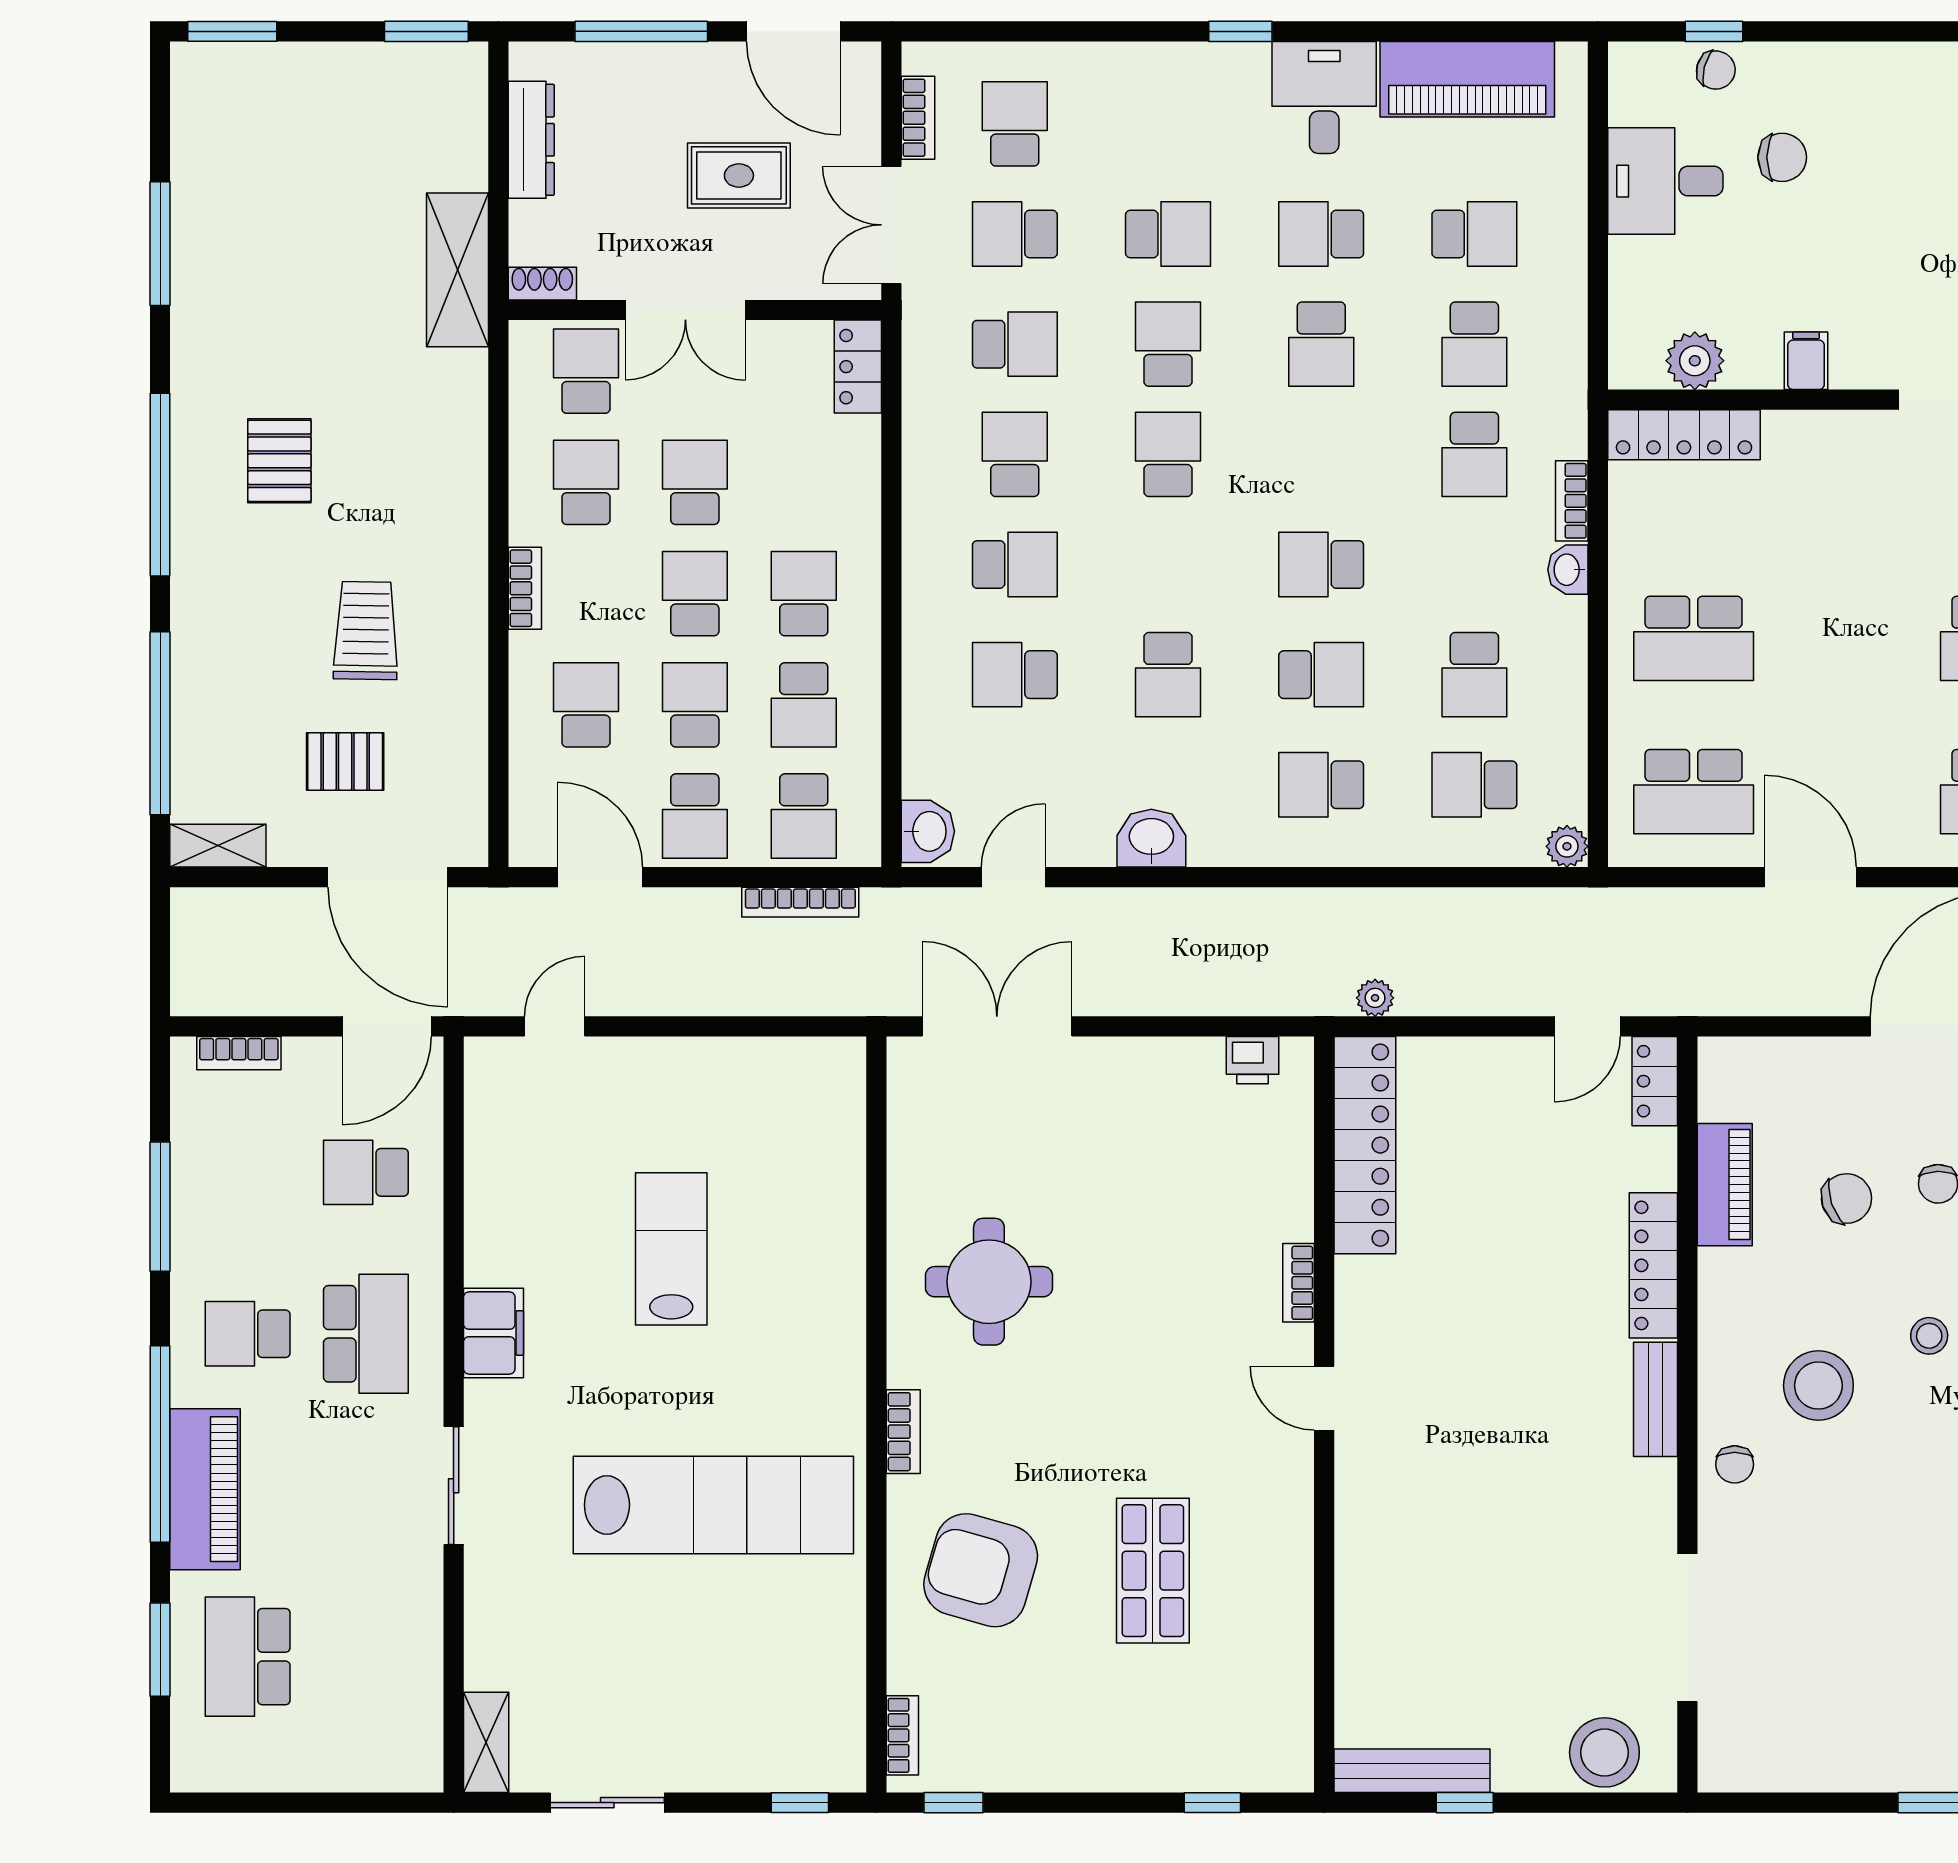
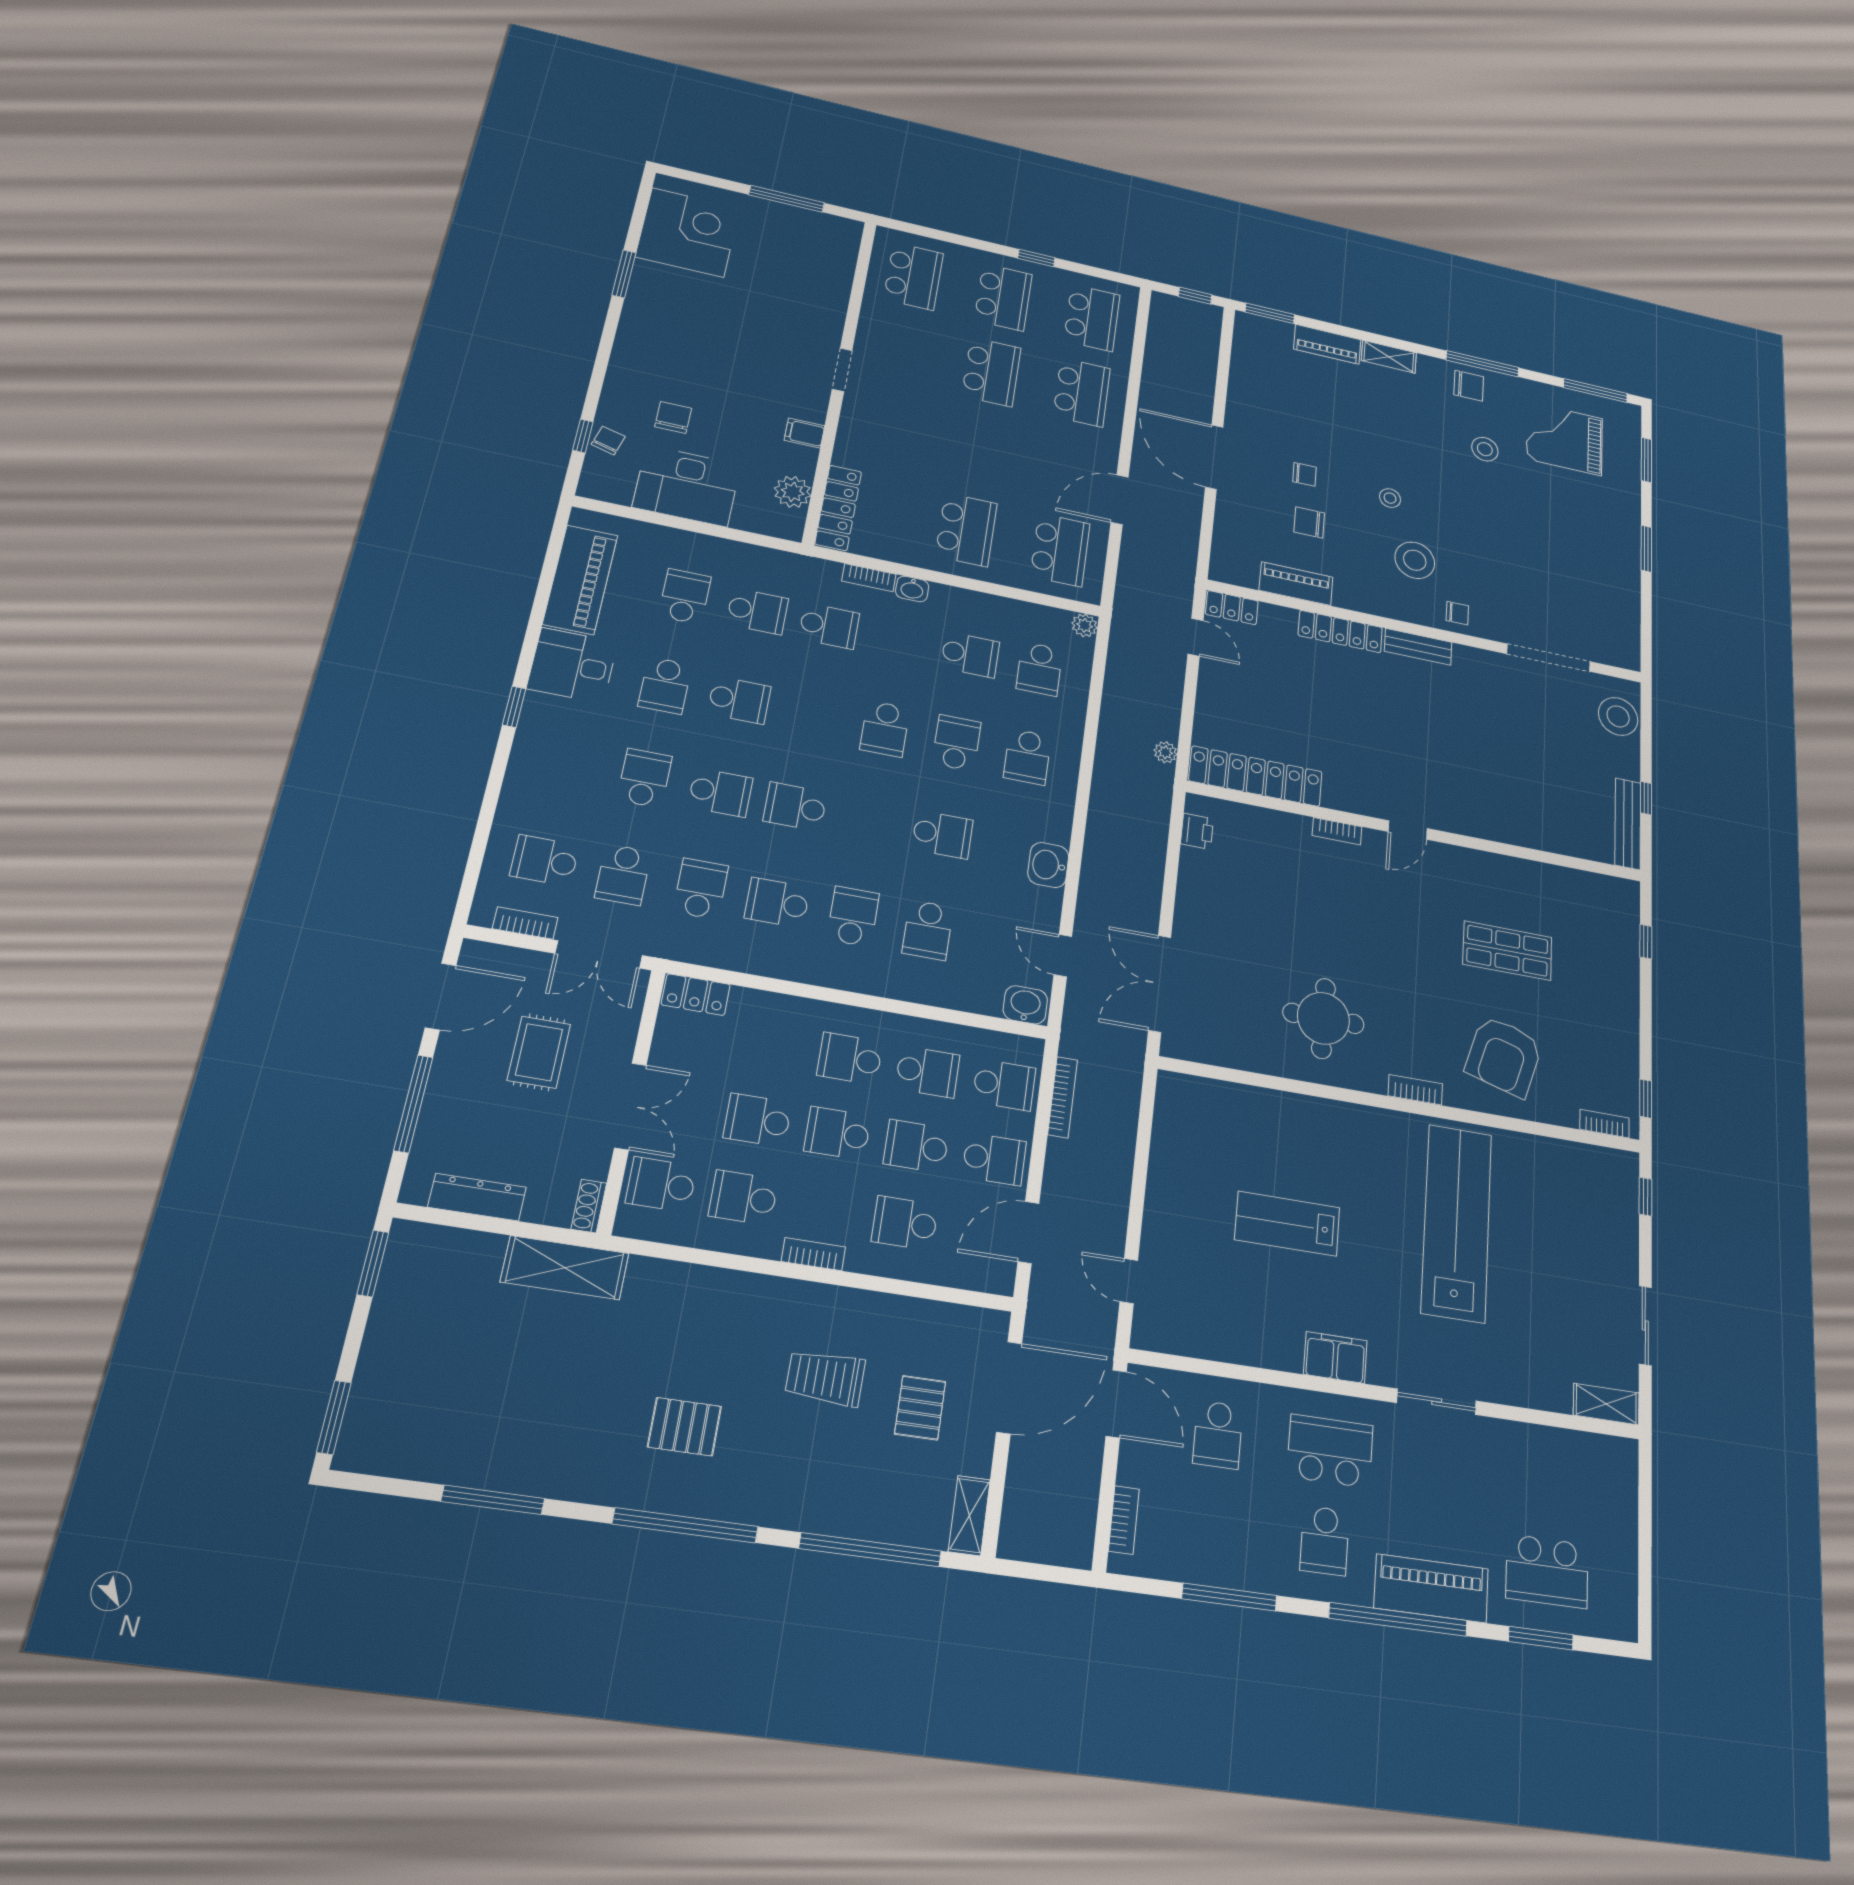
desk: (1665, 181) -> (687, 486), width x1.37
school desk: (1168, 344) -> (720, 792), turned 180
chair: (1847, 1199) -> (1309, 522), turned -71

